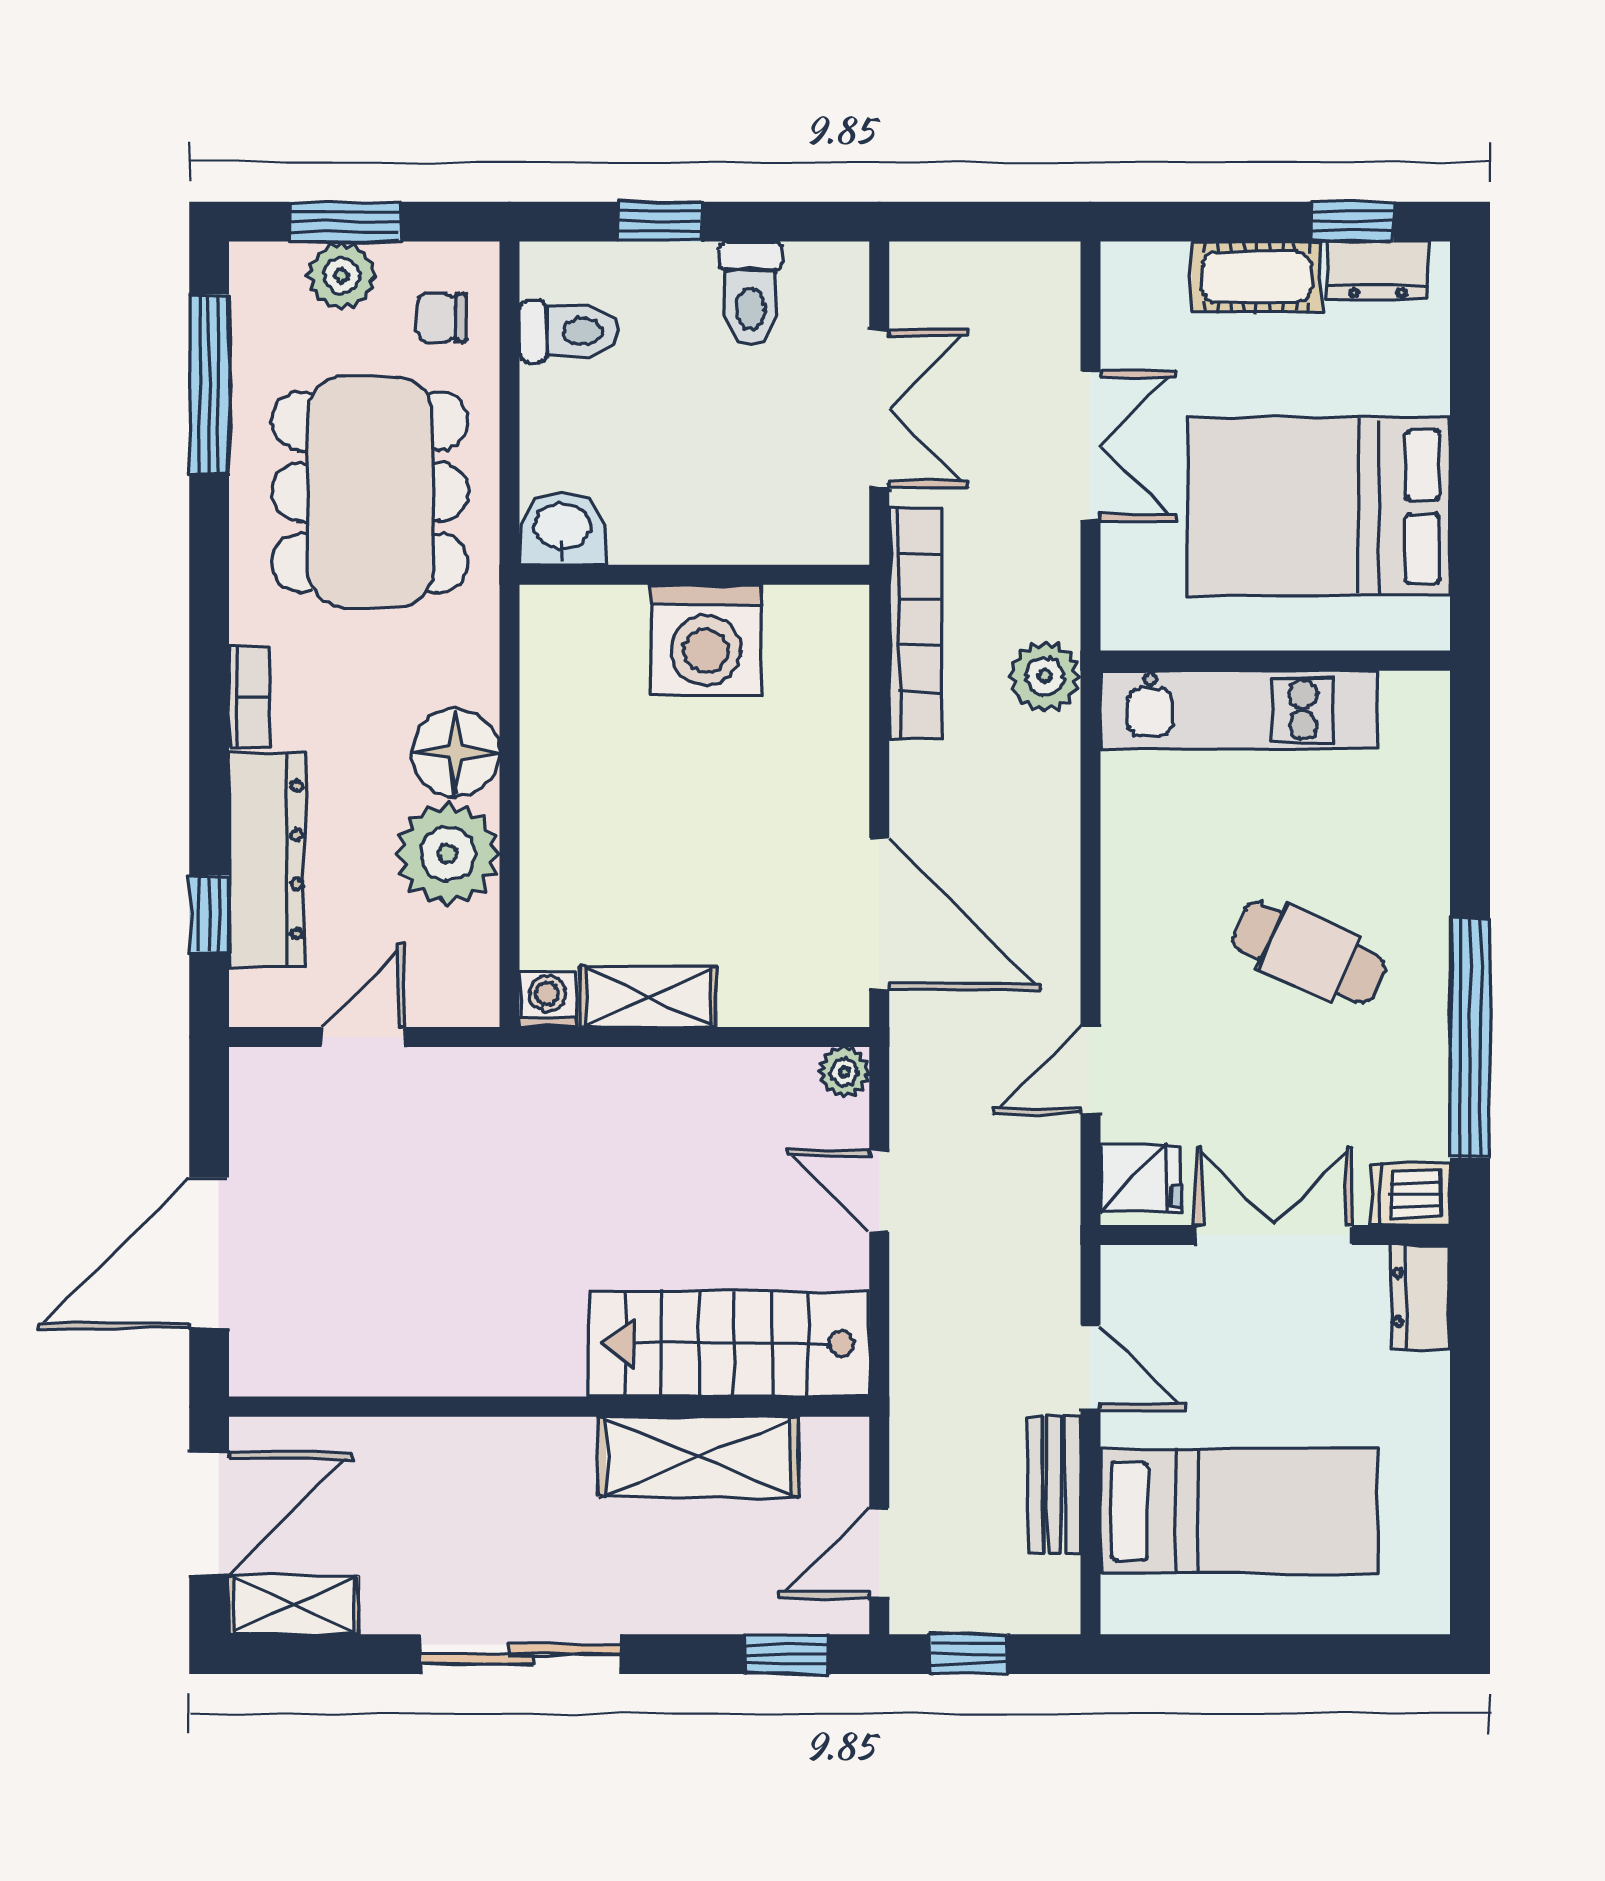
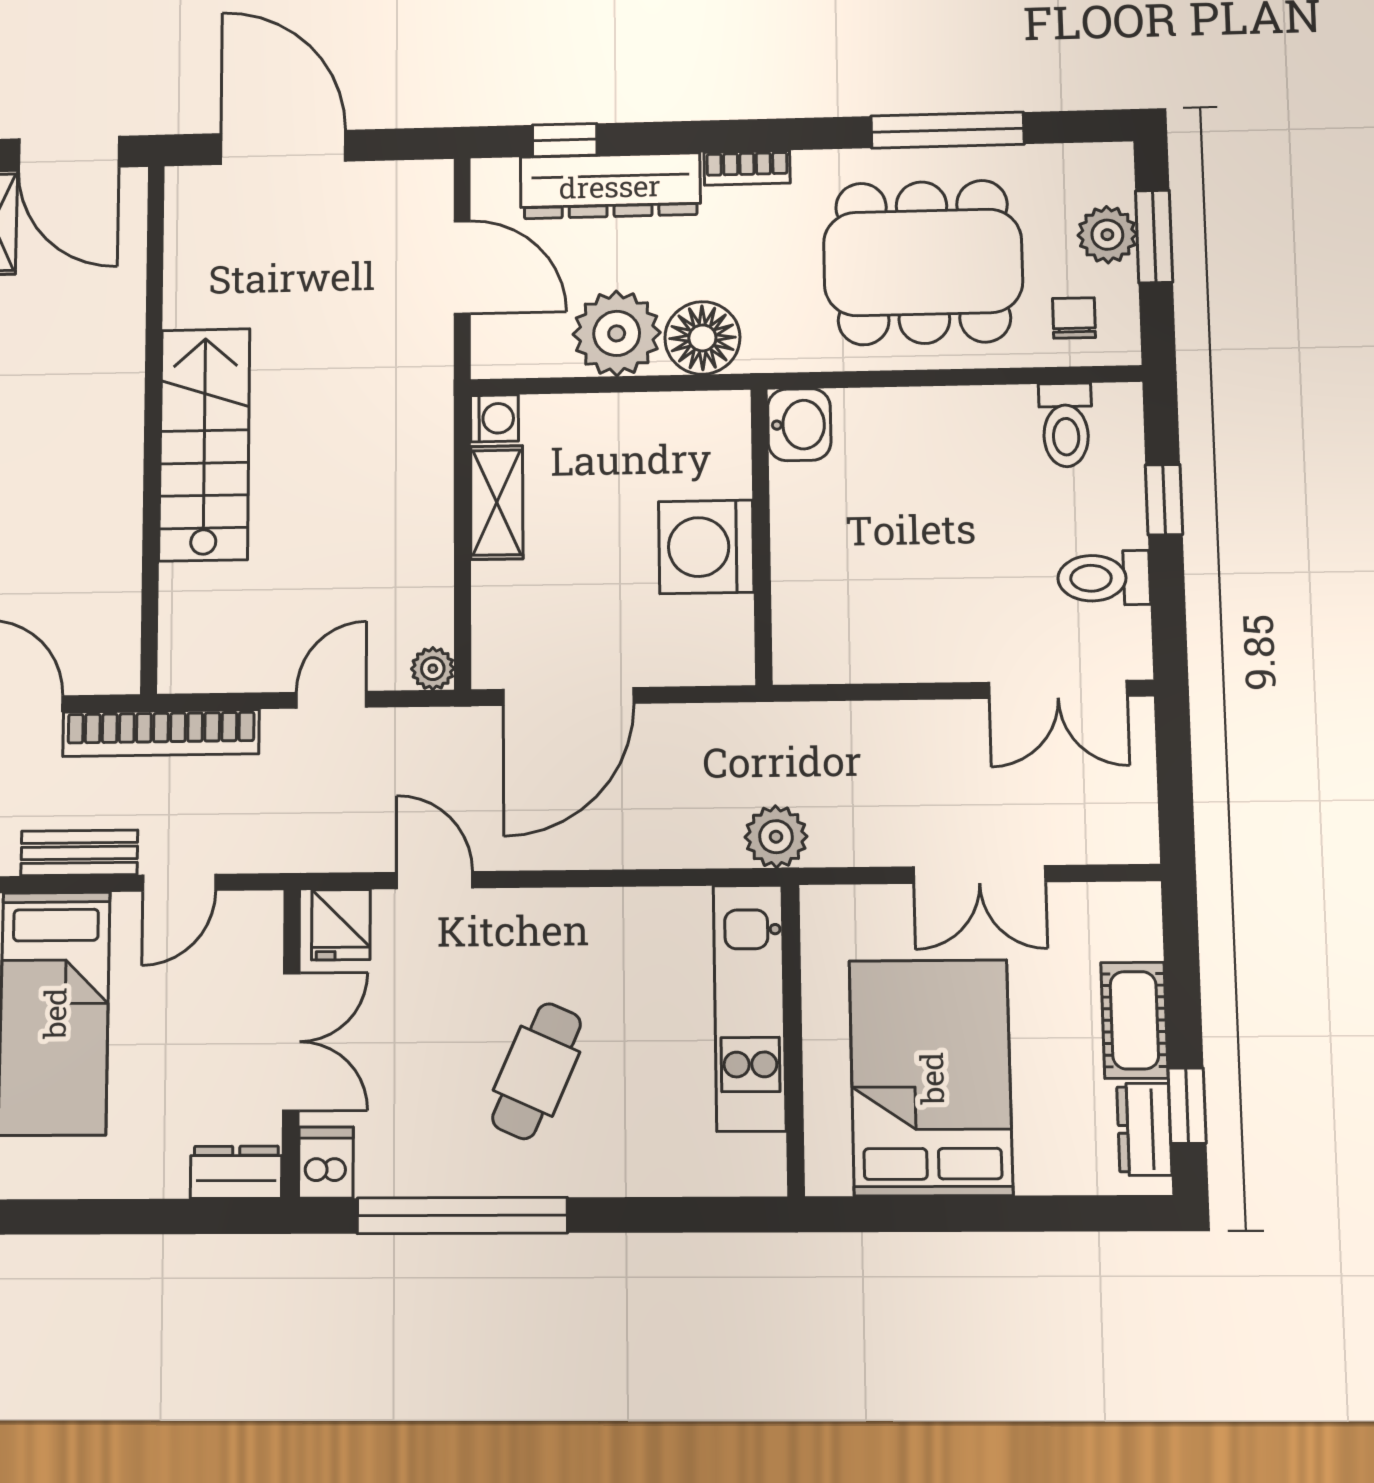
window: (209, 384) -> (947, 130), moved
double door: (879, 409) -> (1058, 689), moved
washbasin: (562, 529) -> (799, 425), moved
wall: (694, 575) -> (762, 536), moved
bookcase: (915, 623) -> (161, 733), moved
washing machine: (706, 639) -> (706, 547), moved
door: (363, 1037) -> (462, 267), width x1.38
stairs: (729, 1344) -> (204, 444), moved
shelving: (698, 1457) -> (109, 551), removed

